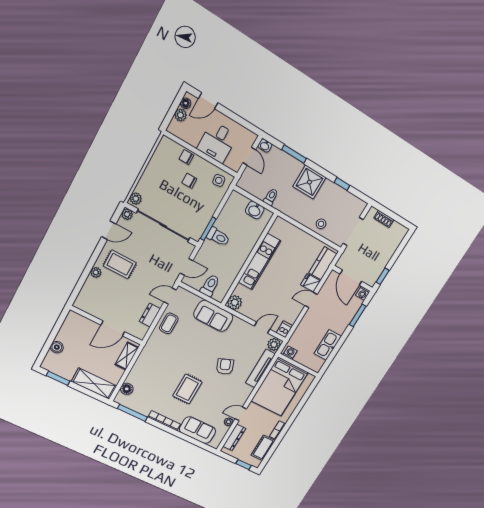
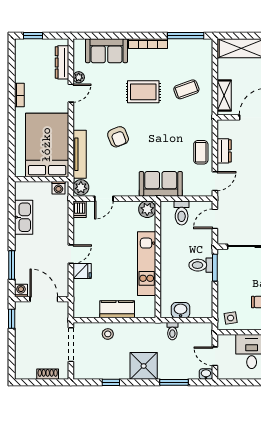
kitchen counter: (323, 263) -> (117, 309), moved, turned -90
coffee table: (154, 375) -> (186, 89), added
floor lamp: (127, 389) -> (206, 60), removed
rug: (187, 389) -> (143, 92), turned 90
cot: (263, 448) -> (23, 66), removed

